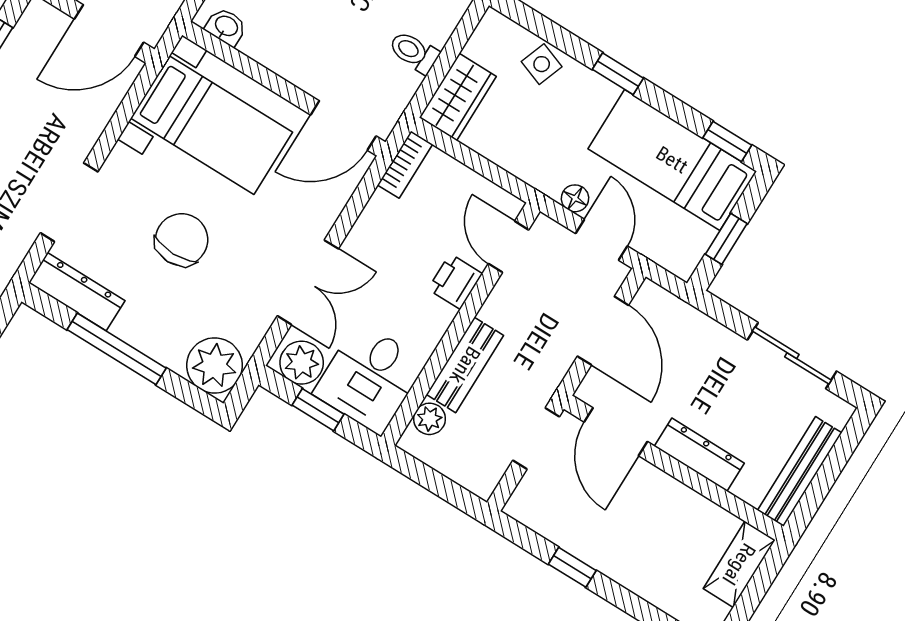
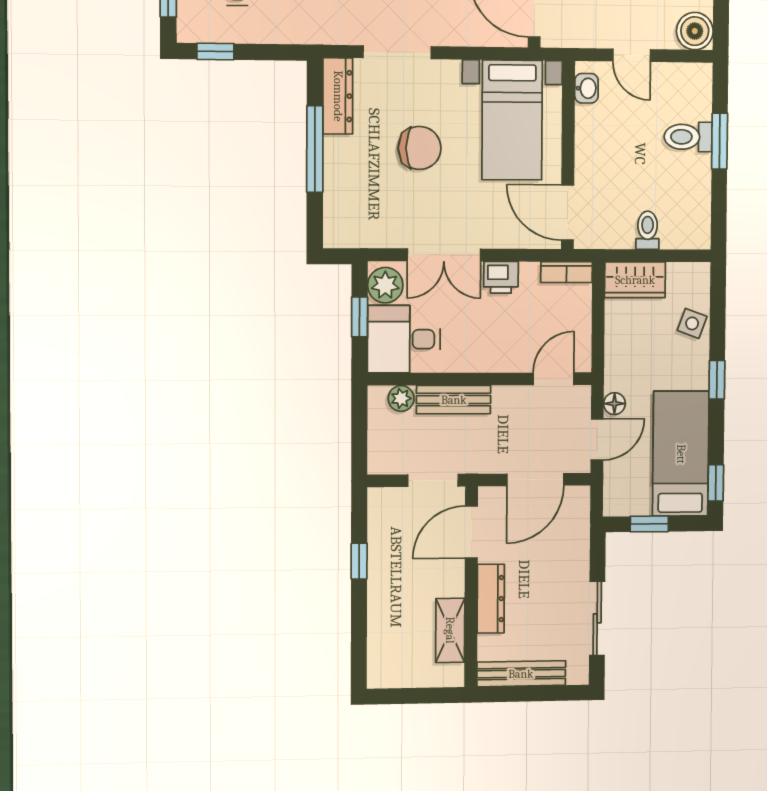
printer: (455, 281) -> (501, 277), moved, turned 180
plant: (215, 366) -> (346, 225), removed
shelving: (739, 564) -> (450, 630), moved, turned 90

